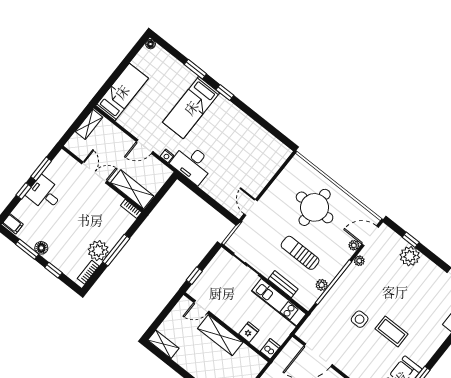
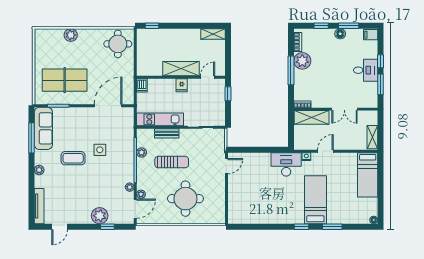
door: (251, 207) -> (226, 166), hinge flipped
fridge: (249, 332) -> (182, 85), moved
plant: (433, 346) -> (39, 170), added

